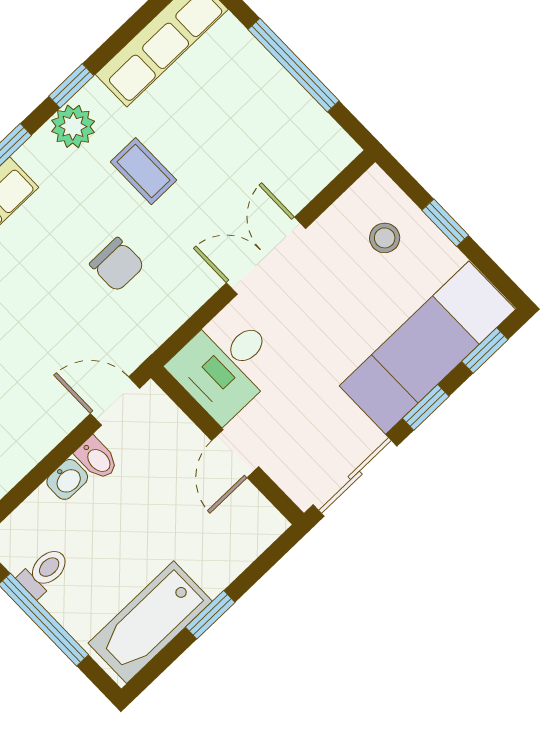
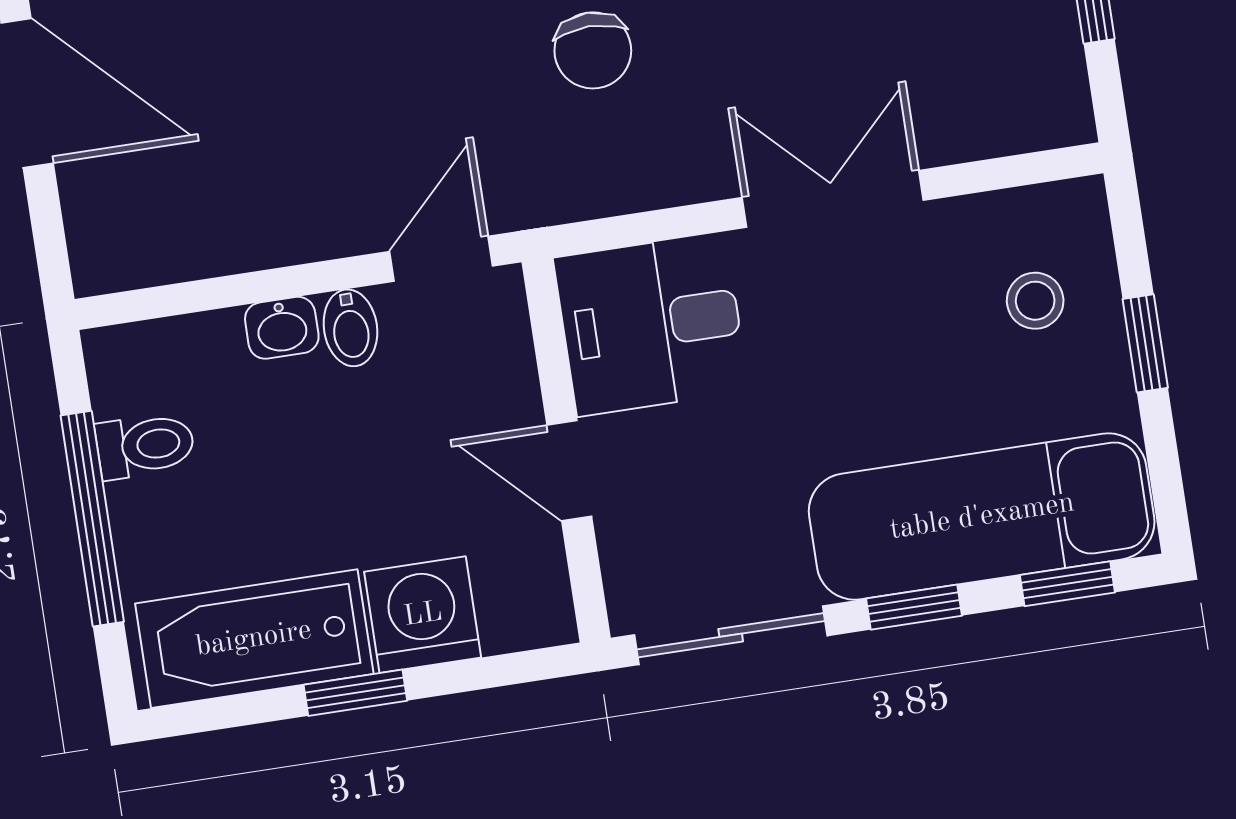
door: (115, 401) -> (441, 259), hinge flipped
door: (235, 454) -> (569, 471), hinge flipped
washing machine: (216, 560) -> (423, 615), added

